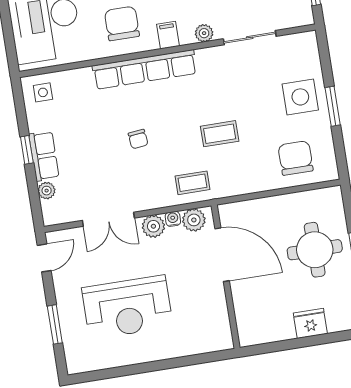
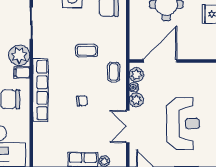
plant: (204, 33) -> (19, 55), width x1.87, depth x1.87
side table: (43, 92) -> (44, 154), removed
coffee table: (220, 134) -> (87, 51), turned 90
double door: (108, 219) -> (128, 126), swing flipped

